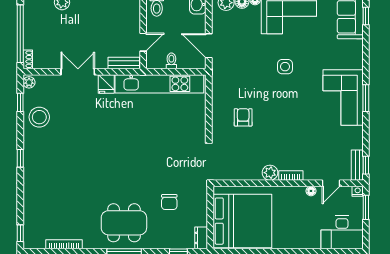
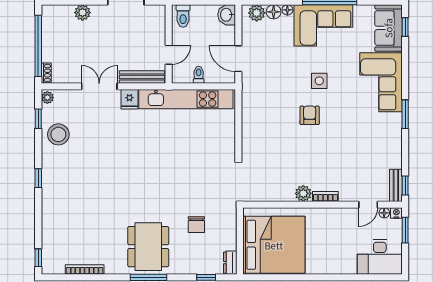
bench: (124, 63) -> (142, 77), width x1.36
corner sofa: (343, 98) -> (381, 82), moved
armchair: (243, 117) -> (310, 115), moved
floor lamp: (311, 191) -> (384, 213), moved
dining table: (124, 223) -> (148, 247), turned 90

